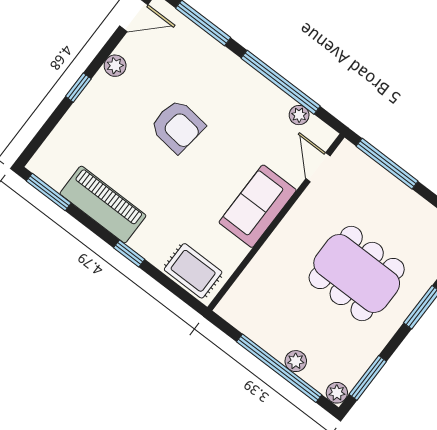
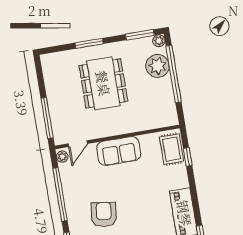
plant: (299, 115) -> (62, 157), moved
armchair: (178, 126) -> (104, 214), moved
window: (129, 254) -> (188, 157), moved
plant: (296, 361) -> (157, 66), width x1.88, depth x1.88

